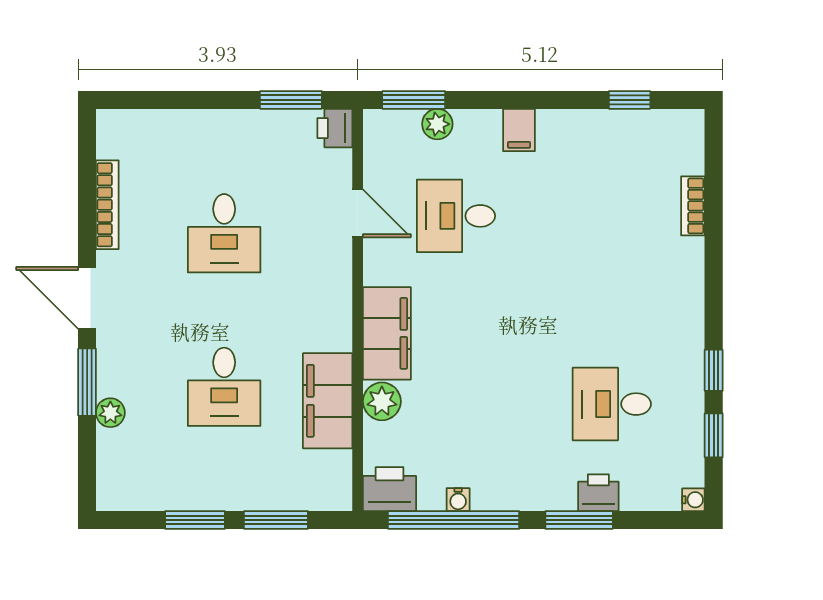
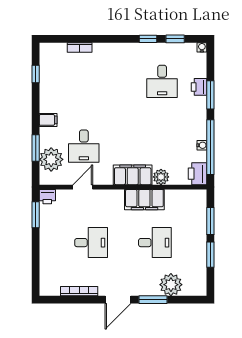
window: (414, 100) -> (36, 148), moved
plant: (437, 124) -> (51, 159), width x1.87, depth x1.87
filing cabinet: (328, 401) -> (144, 200), moved
plant: (110, 413) -> (171, 285), width x1.87, depth x1.87

